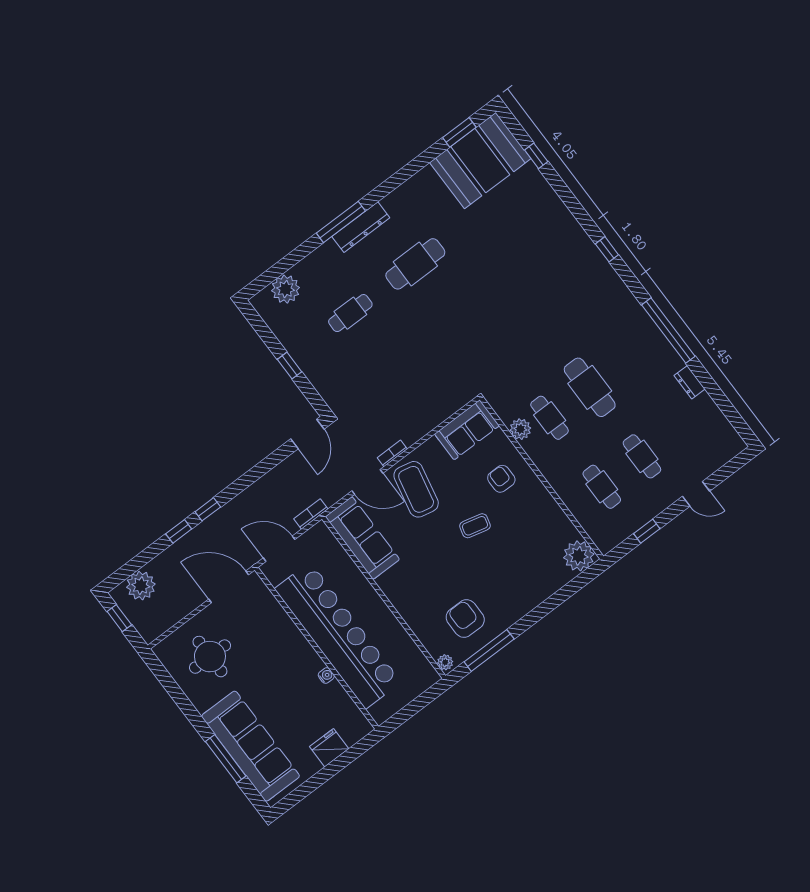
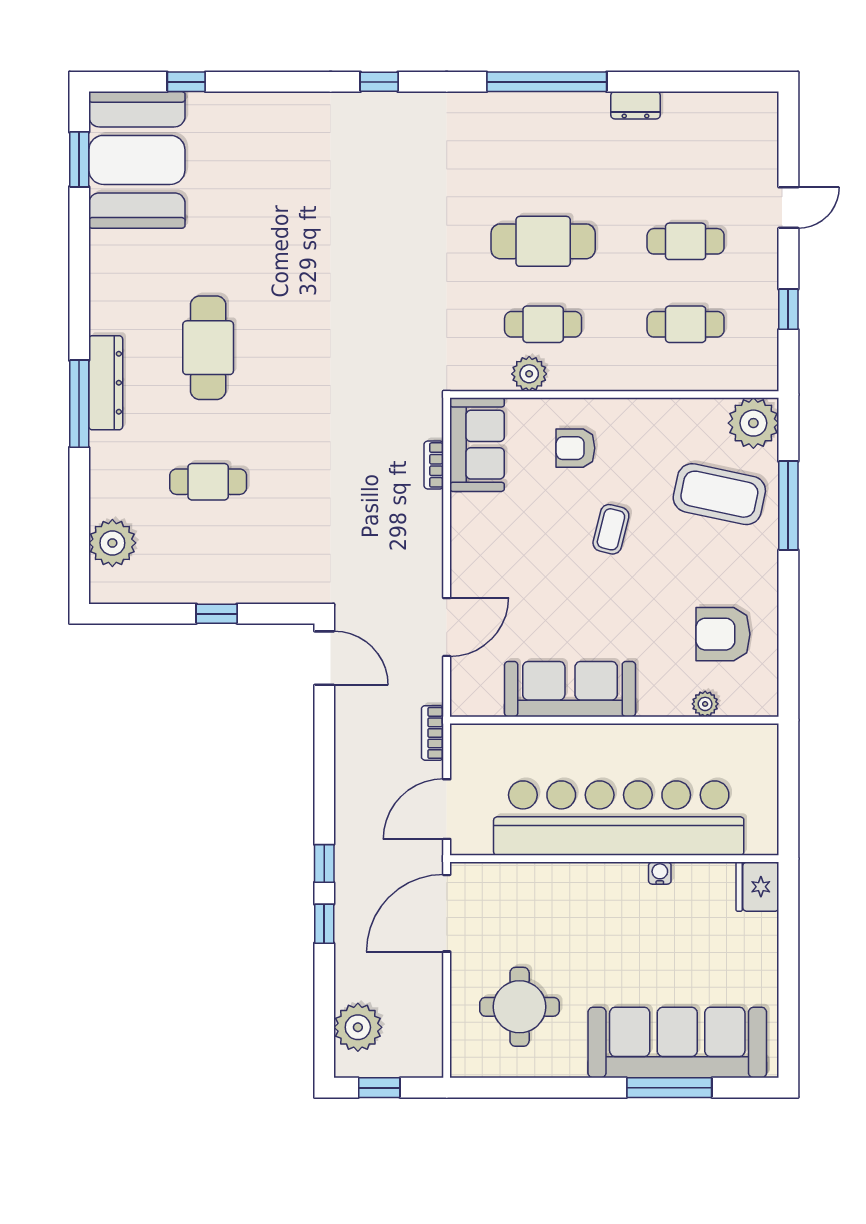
cafe table: (350, 313) -> (208, 482), turned 90
bookcase: (392, 453) -> (434, 465), moved
coffee table: (416, 489) -> (719, 494), moved
sofa: (362, 538) -> (570, 689), moved
window: (489, 650) -> (788, 506), moved
plant: (445, 662) -> (705, 704), moved
fridge: (329, 748) -> (757, 887), moved

